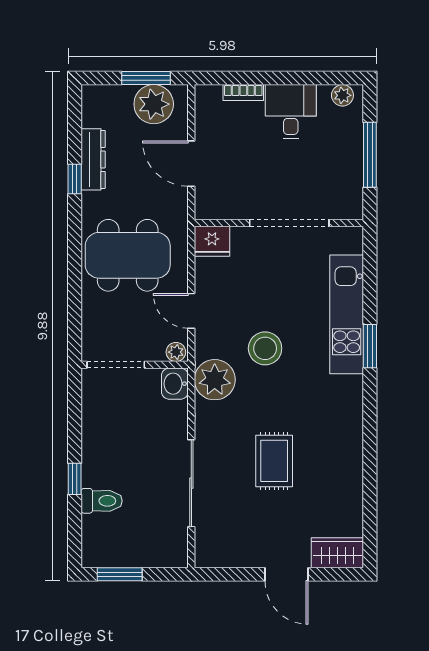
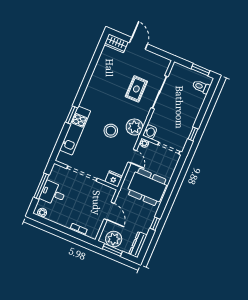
desk: (291, 112) -> (53, 193), moved, turned 90
dresser: (93, 159) -> (138, 244), moved
rug: (274, 461) -> (136, 89), moved
window: (75, 479) -> (193, 134), moved
toilet: (102, 501) -> (201, 87), moved

